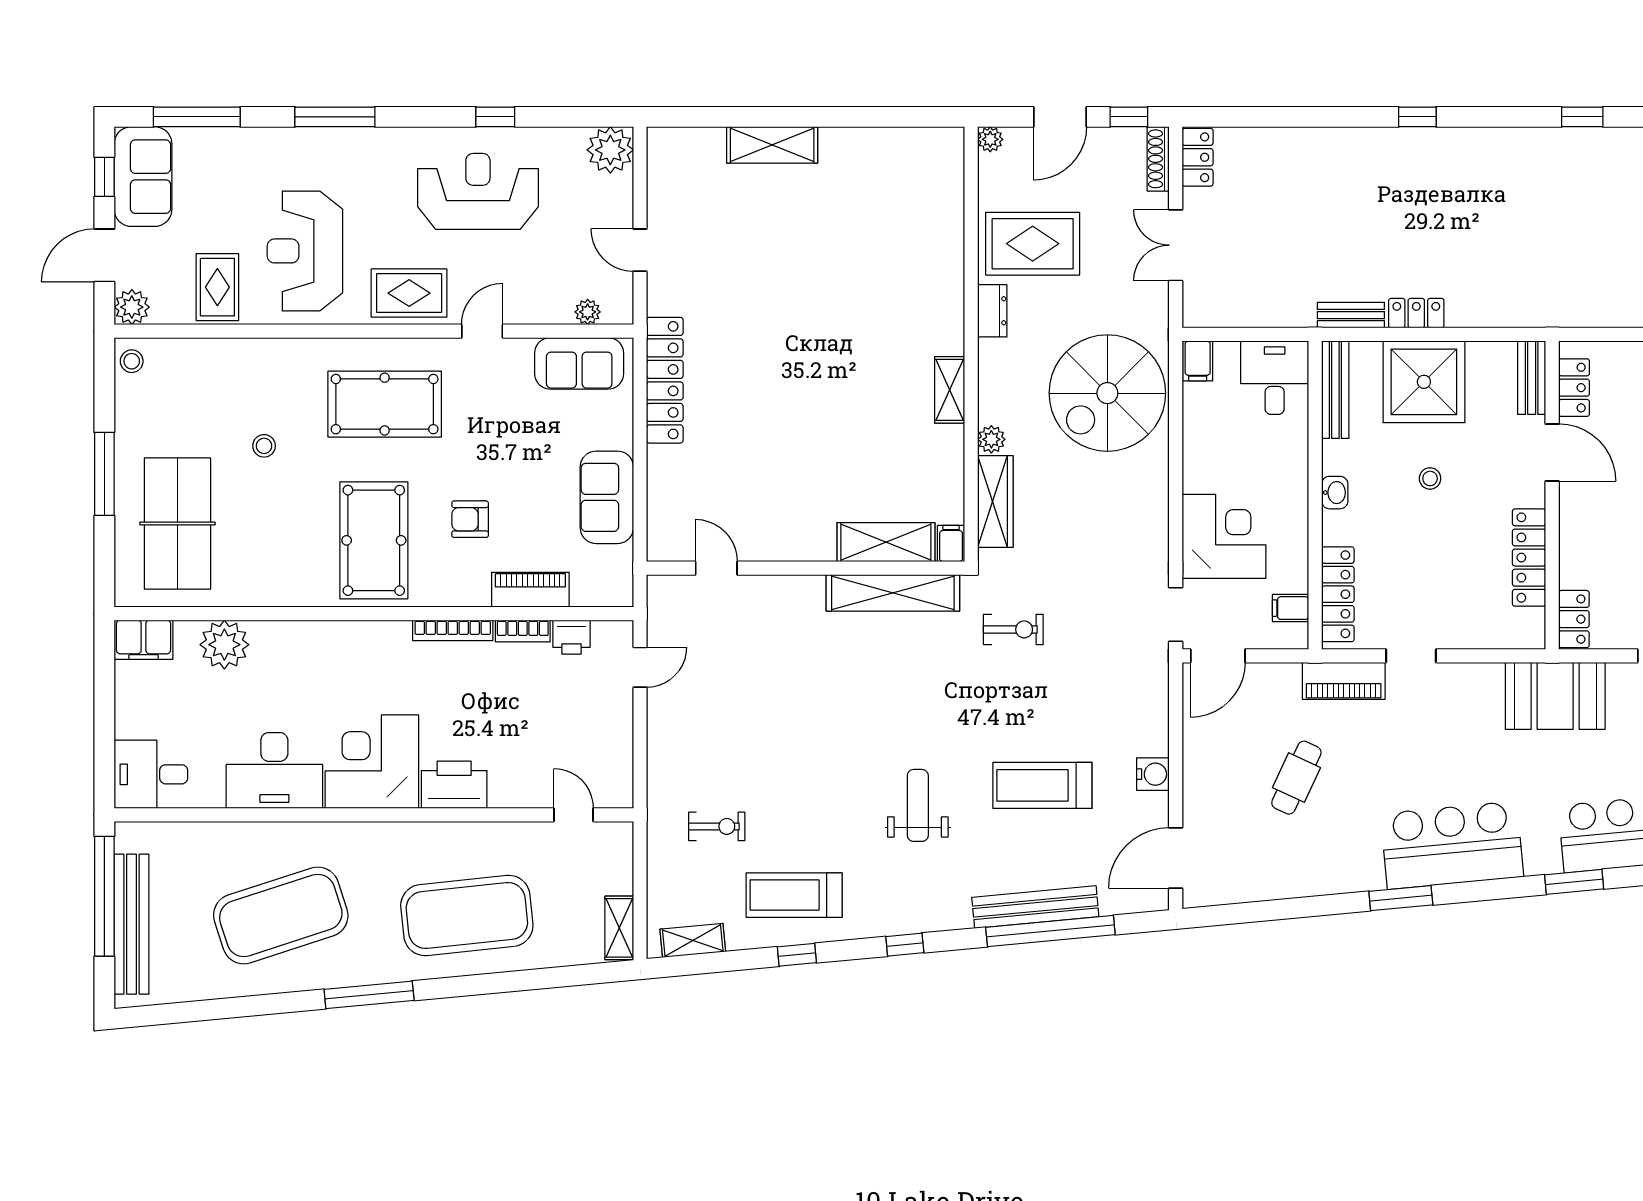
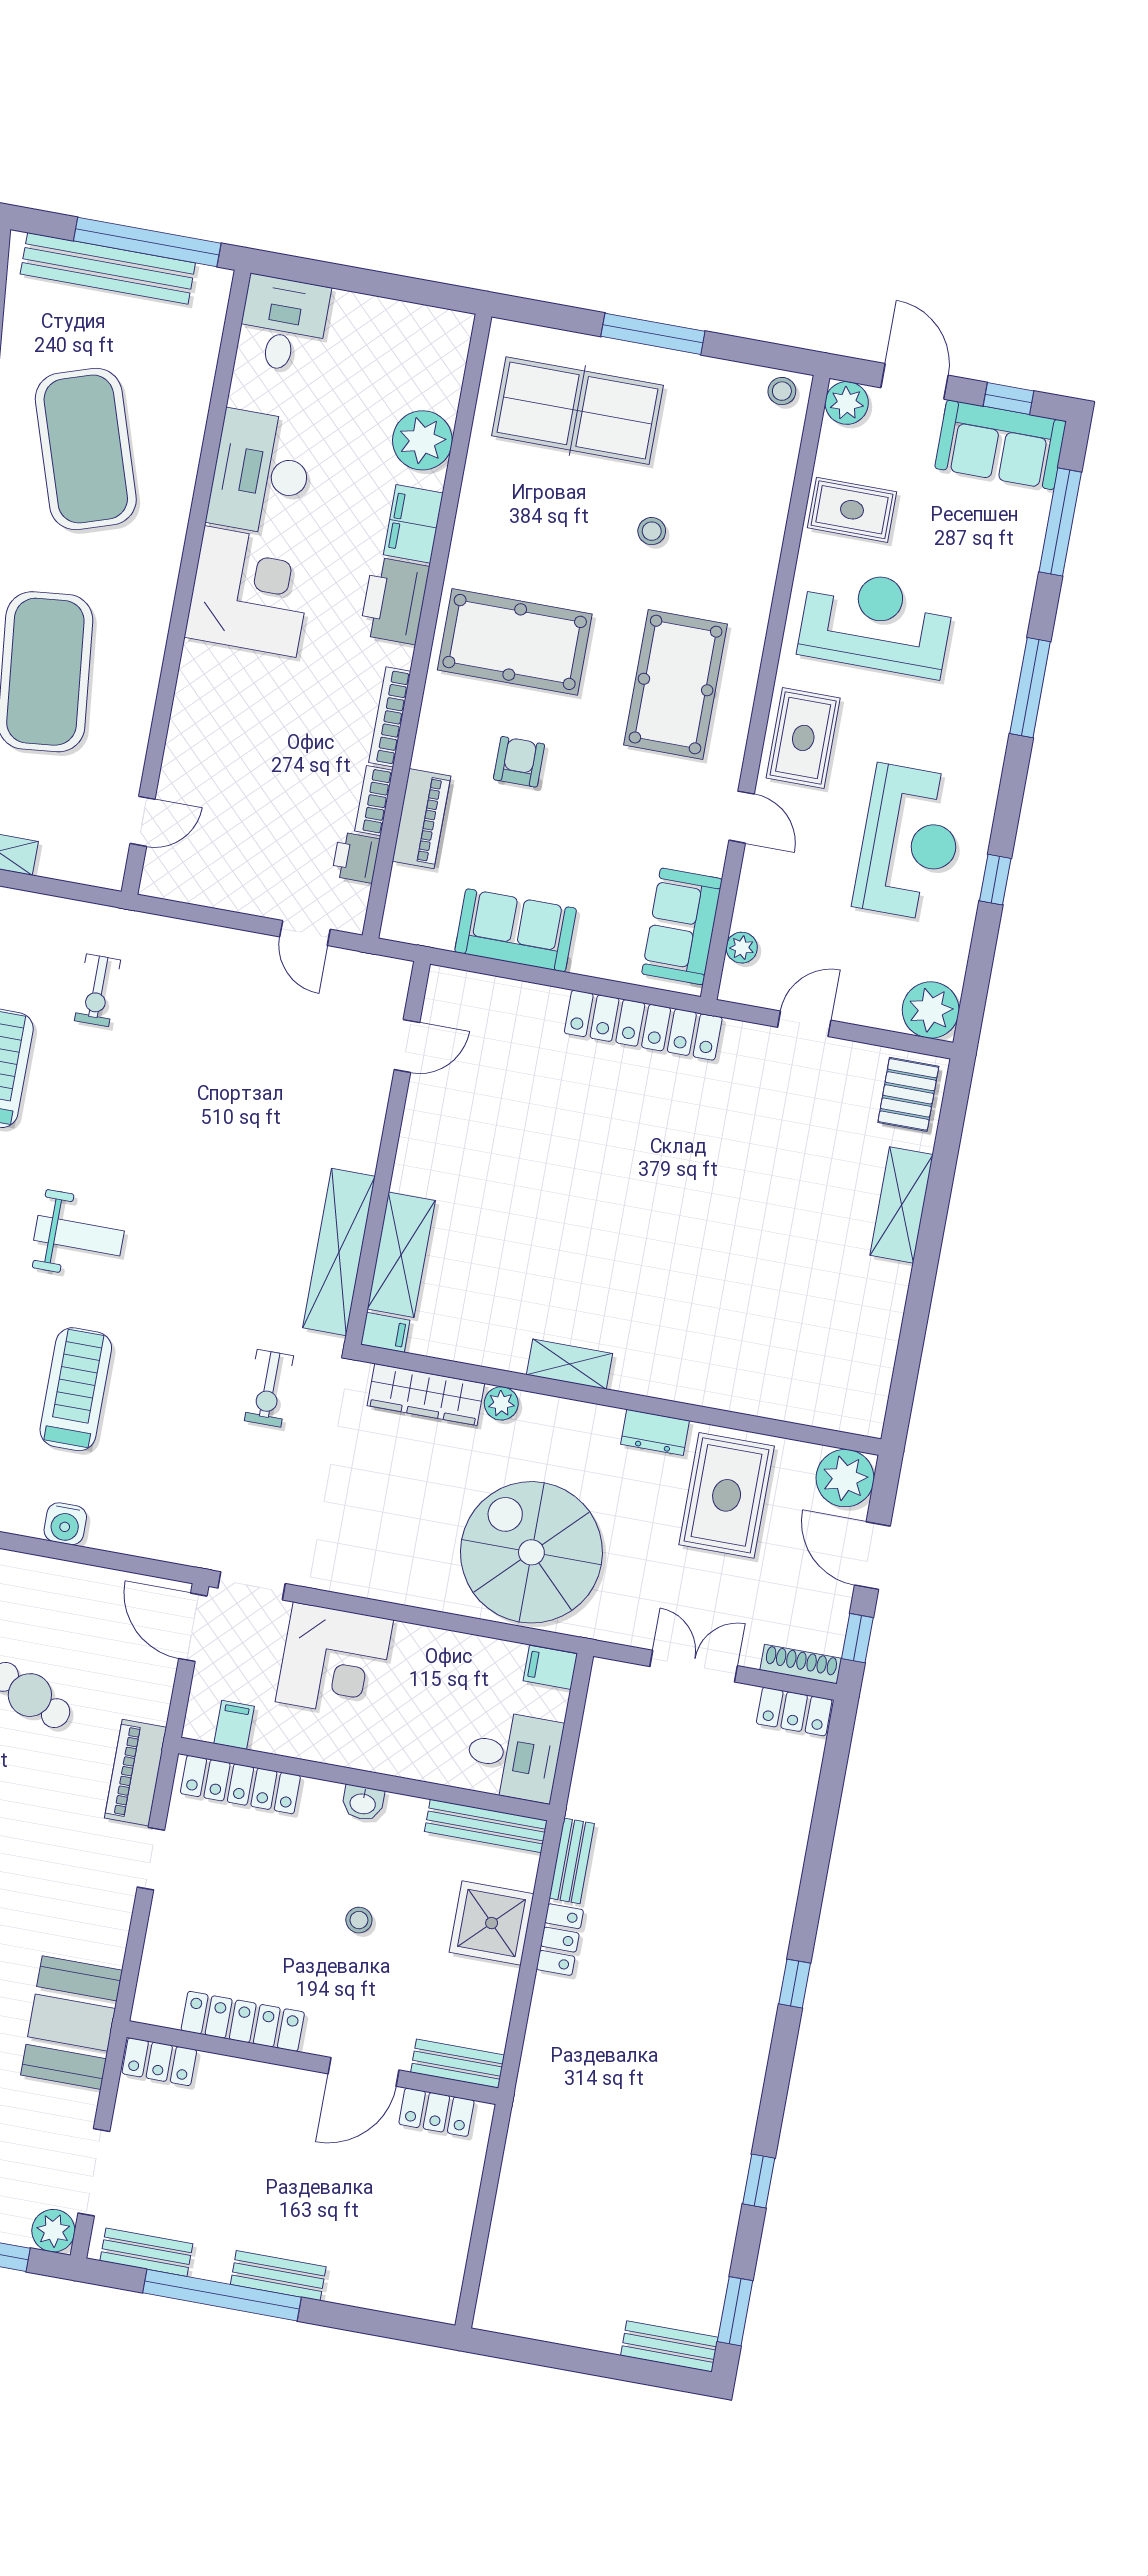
plant: (990, 139) -> (845, 1478), width x1.87, depth x1.87
pallet: (682, 156) -> (908, 1094), added
shower: (1424, 382) -> (492, 1923), width x0.73, depth x0.73
filing cabinet: (144, 640) -> (413, 524), moved
printer: (454, 785) -> (394, 601), moved, turned 180

